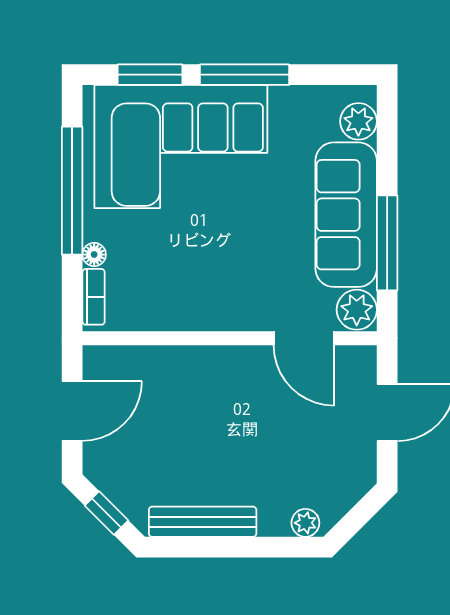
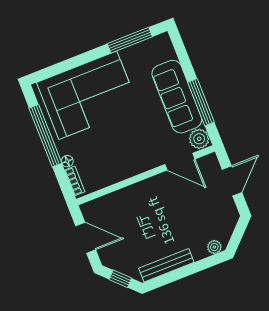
window: (150, 75) -> (60, 68), removed
window: (245, 75) -> (130, 40), moved
plant: (358, 121) -> (166, 51), removed
door: (72, 411) -> (86, 238), hinge flipped

